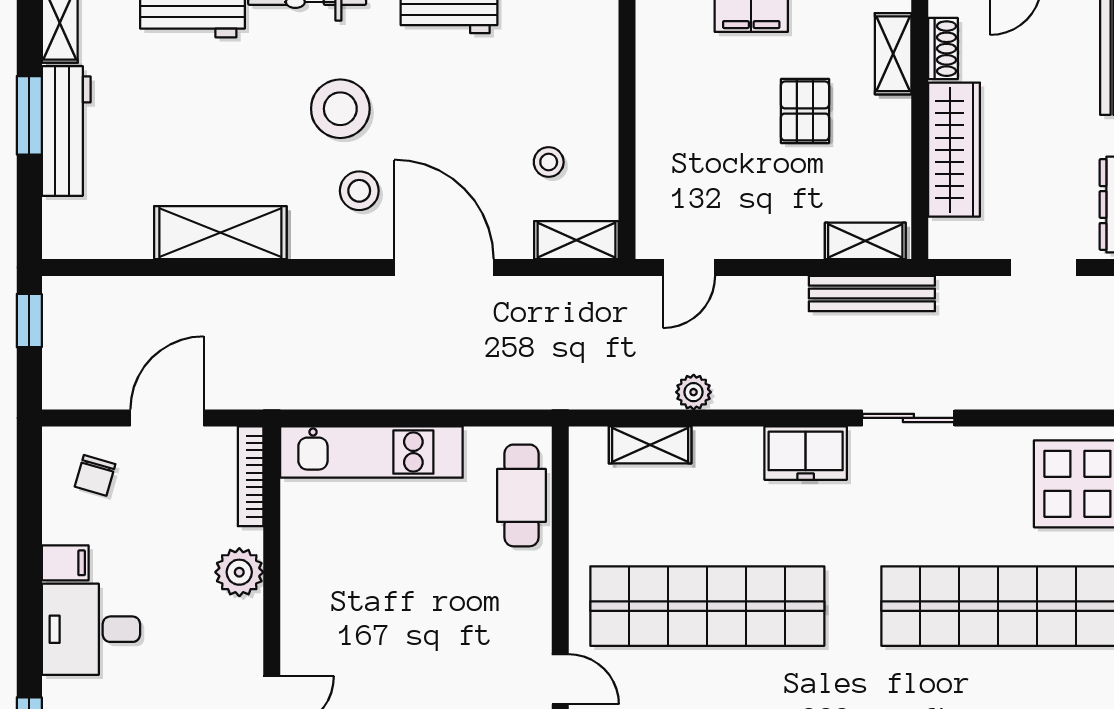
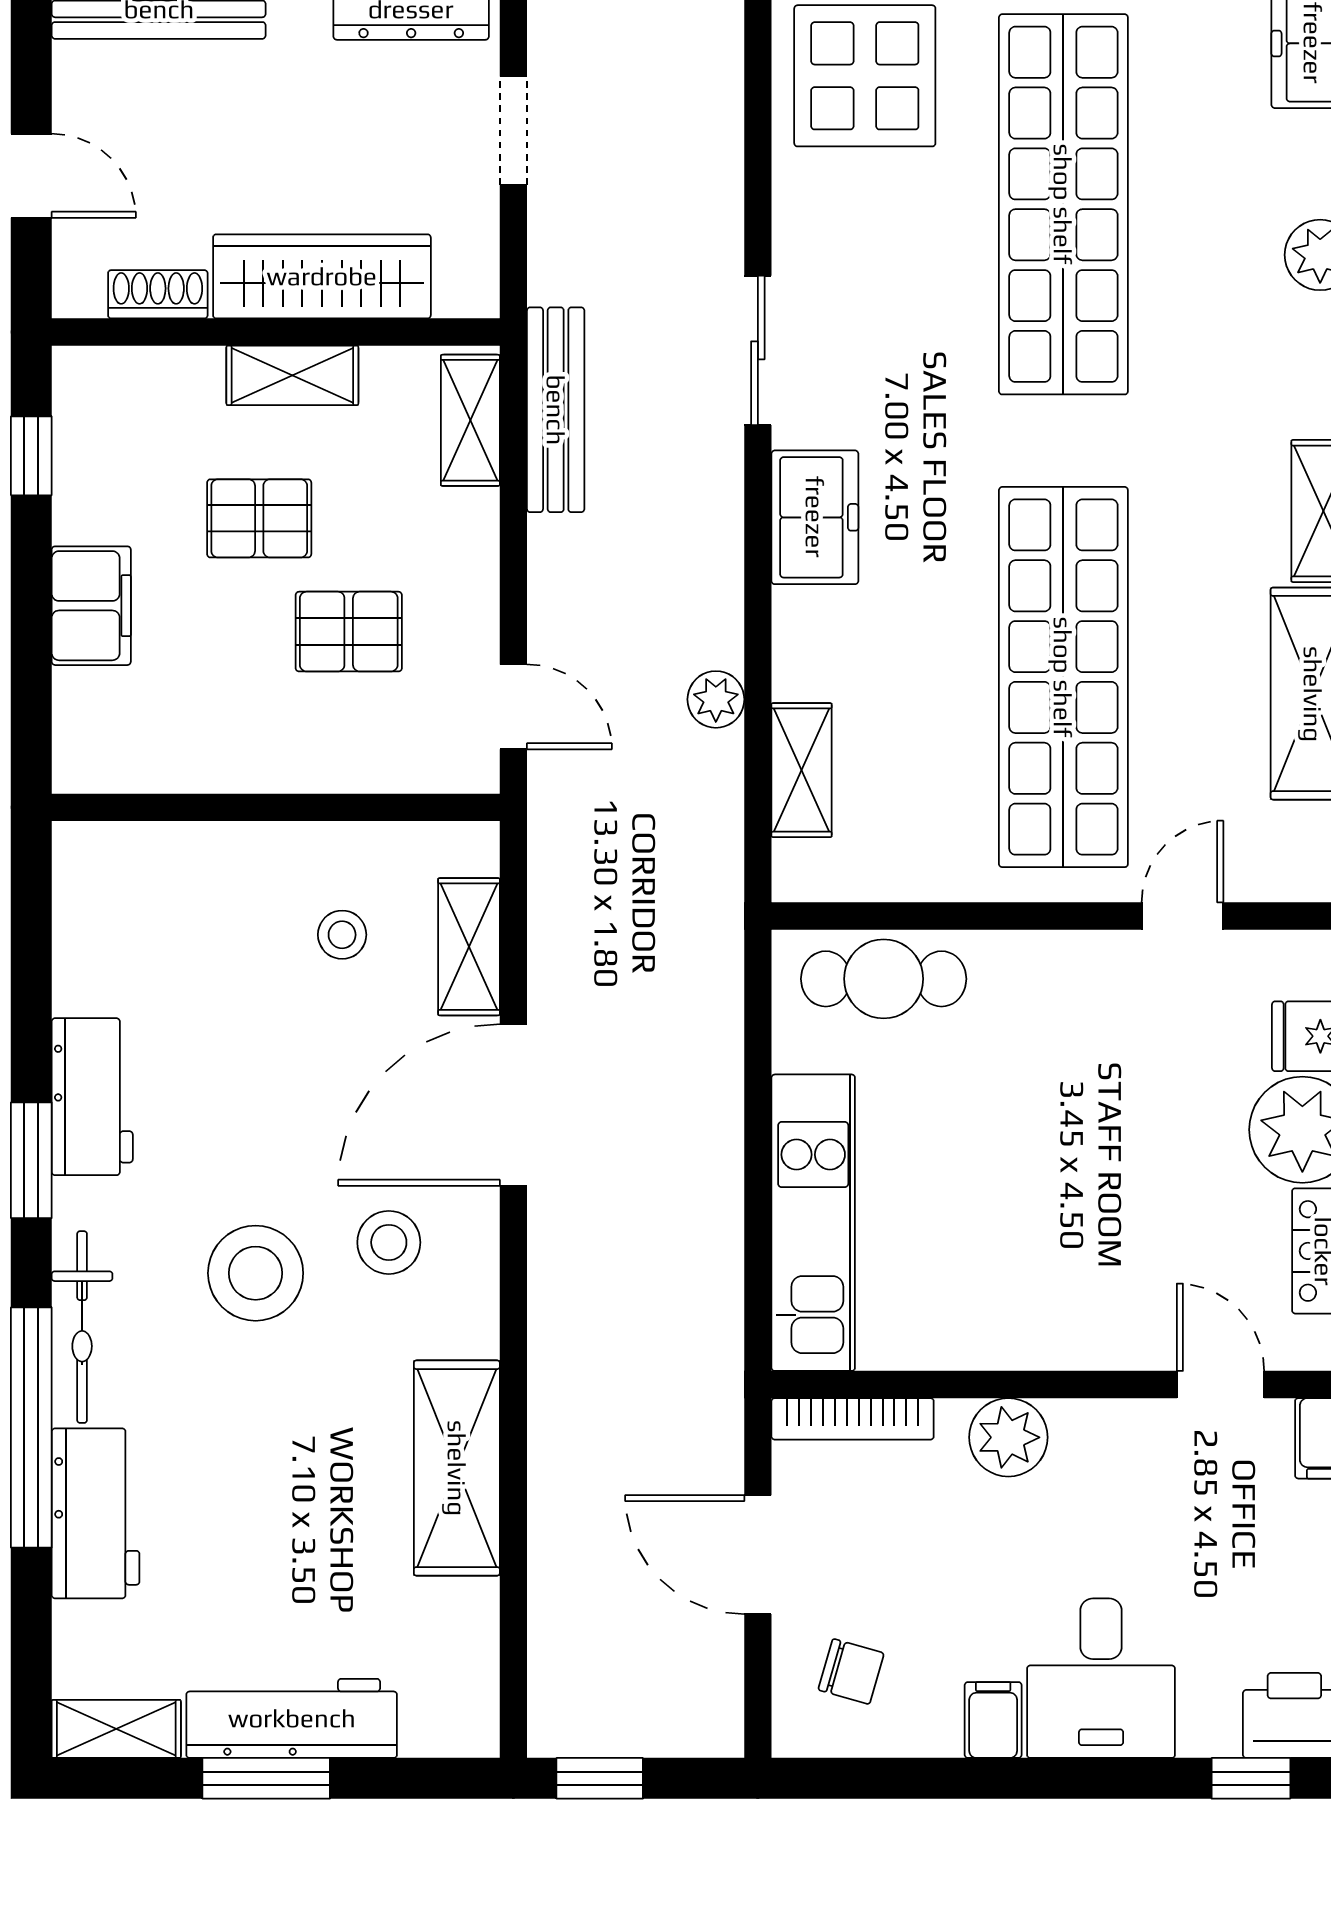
shelving: (893, 54) -> (292, 375), moved
pallet: (735, 166) -> (349, 632), added
shelving: (576, 240) -> (469, 947), moved

